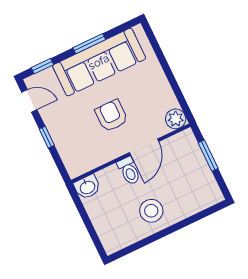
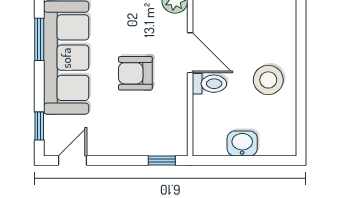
window: (89, 44) -> (39, 39), moved
window: (47, 137) -> (162, 161), moved
washbasin: (87, 187) -> (242, 143), moved, turned -90

